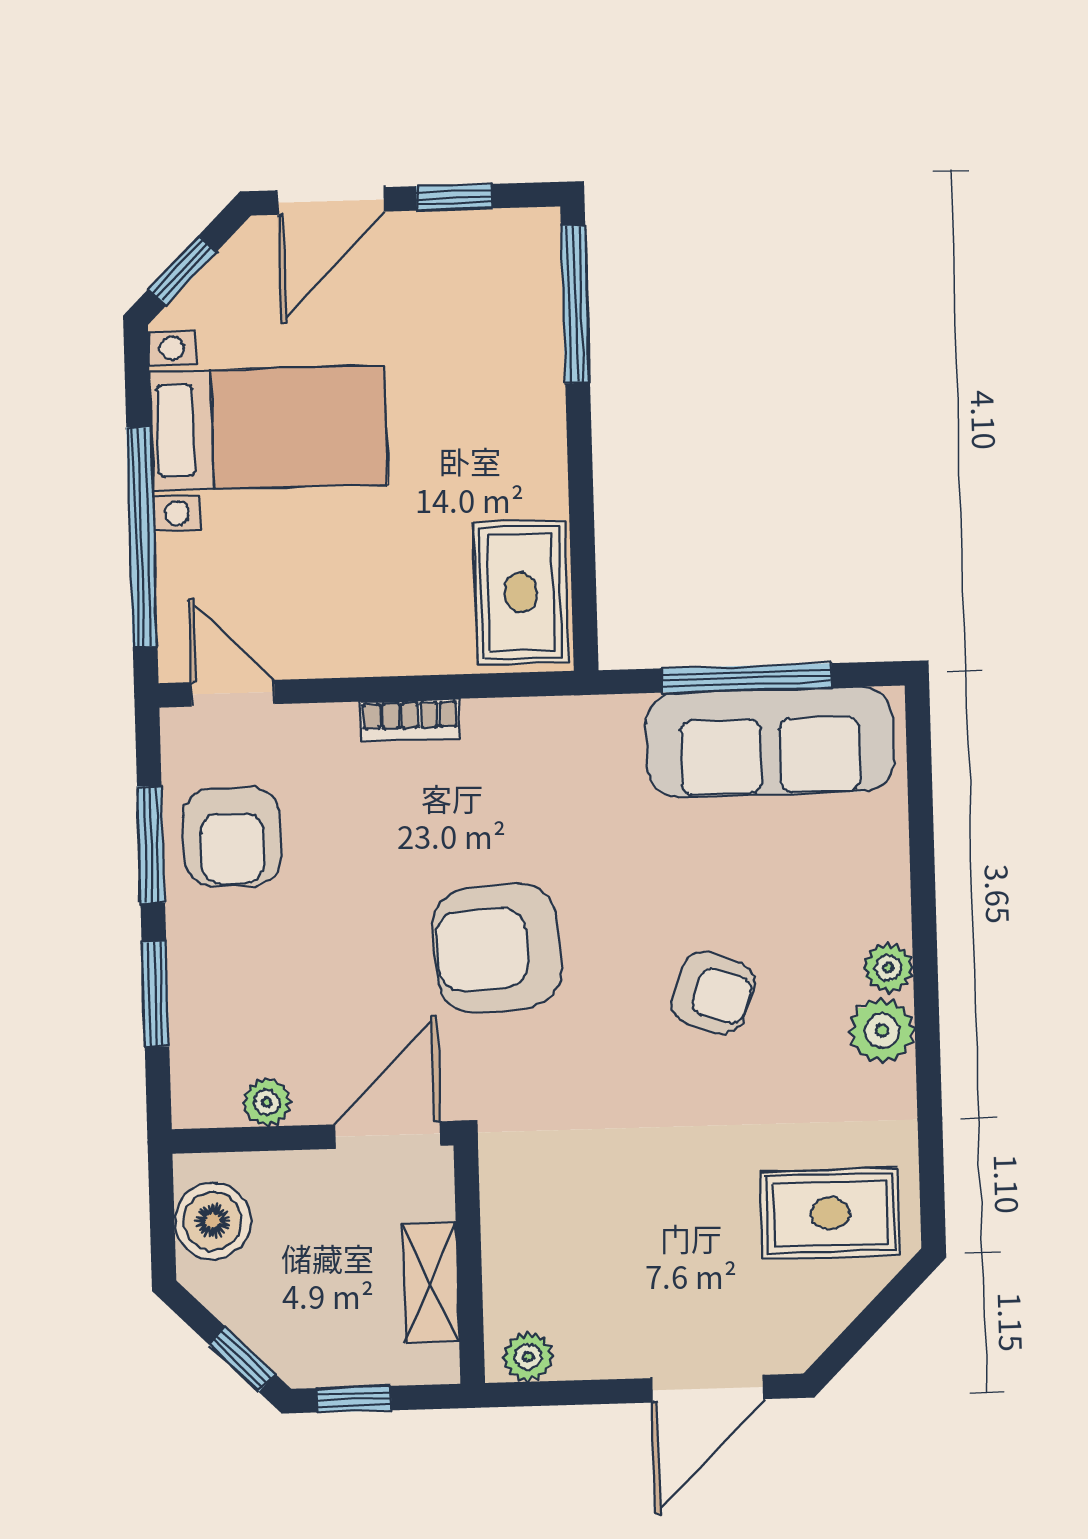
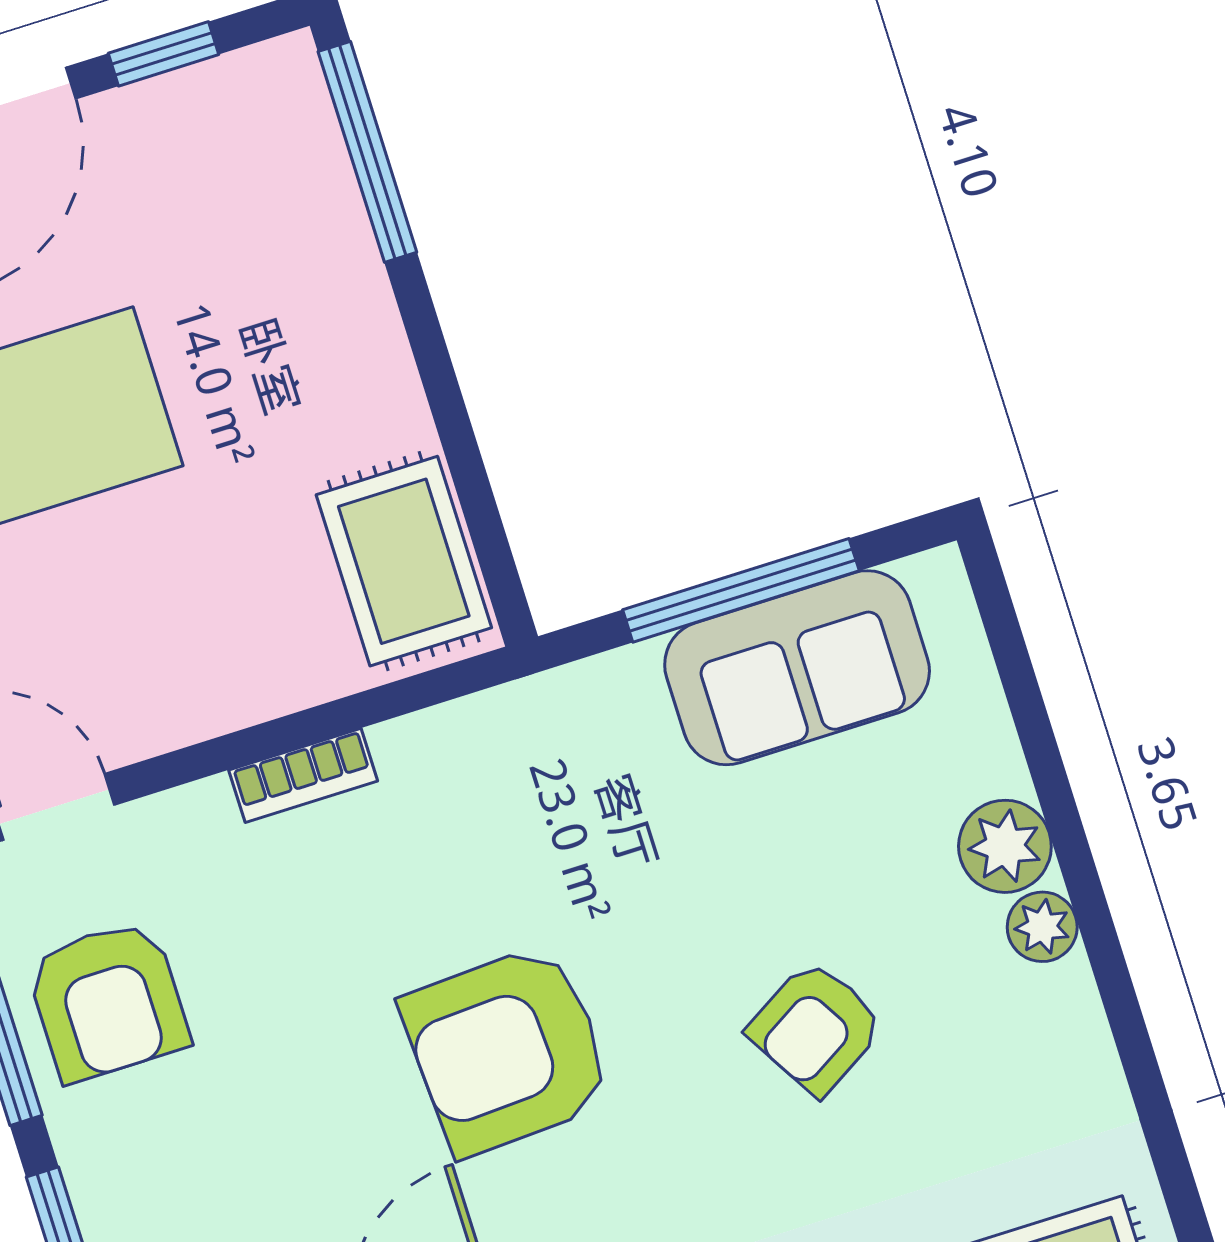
sofa: (770, 742) -> (797, 668), width x0.73
armchair: (713, 993) -> (816, 1028), turned 129
plant: (882, 1031) -> (1005, 846), moved

